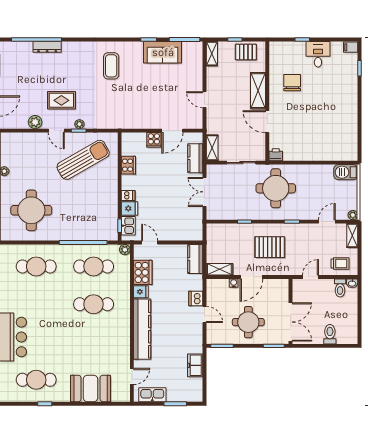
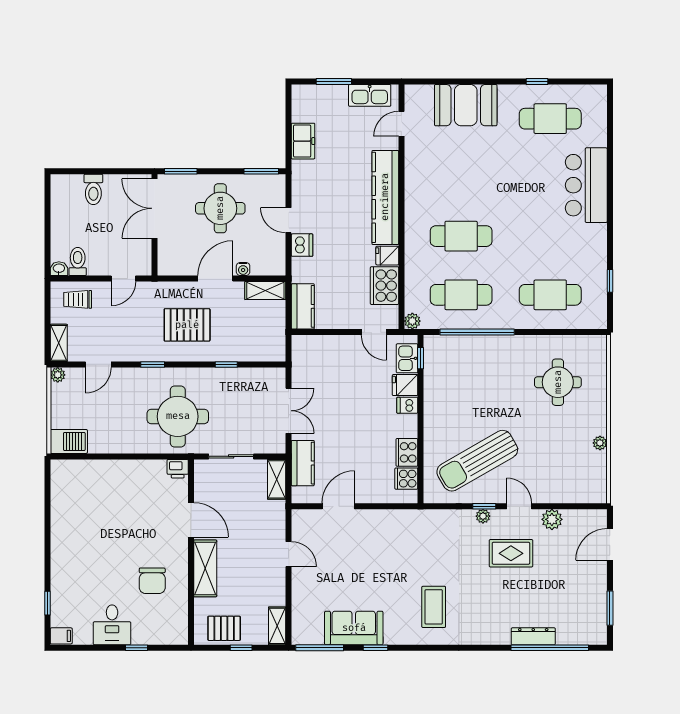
cooker: (154, 140) -> (406, 479), moved, turned -90
round table: (31, 210) -> (558, 382), width x0.73, depth x0.73

